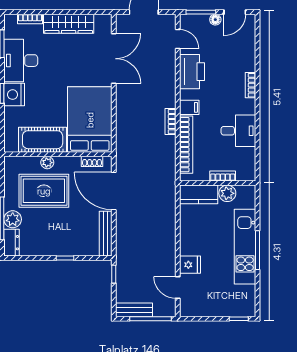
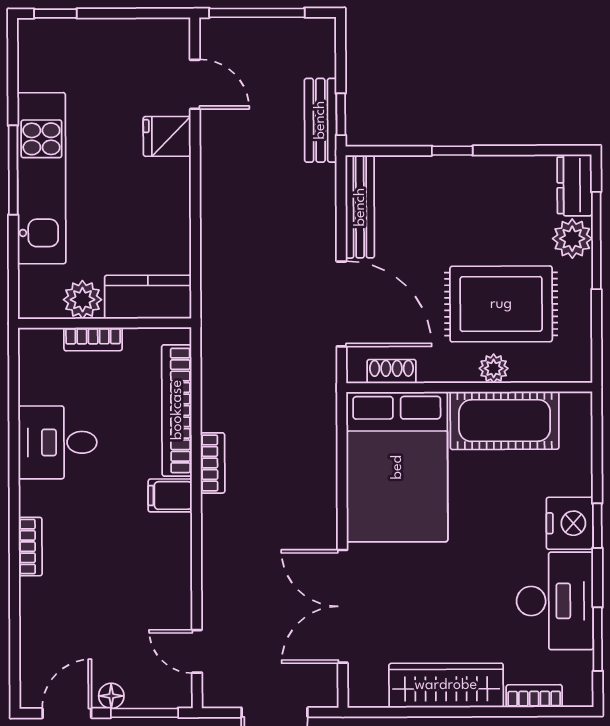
printer: (192, 72) -> (164, 577), removed
bench: (134, 310) -> (320, 120), moved, turned 90

